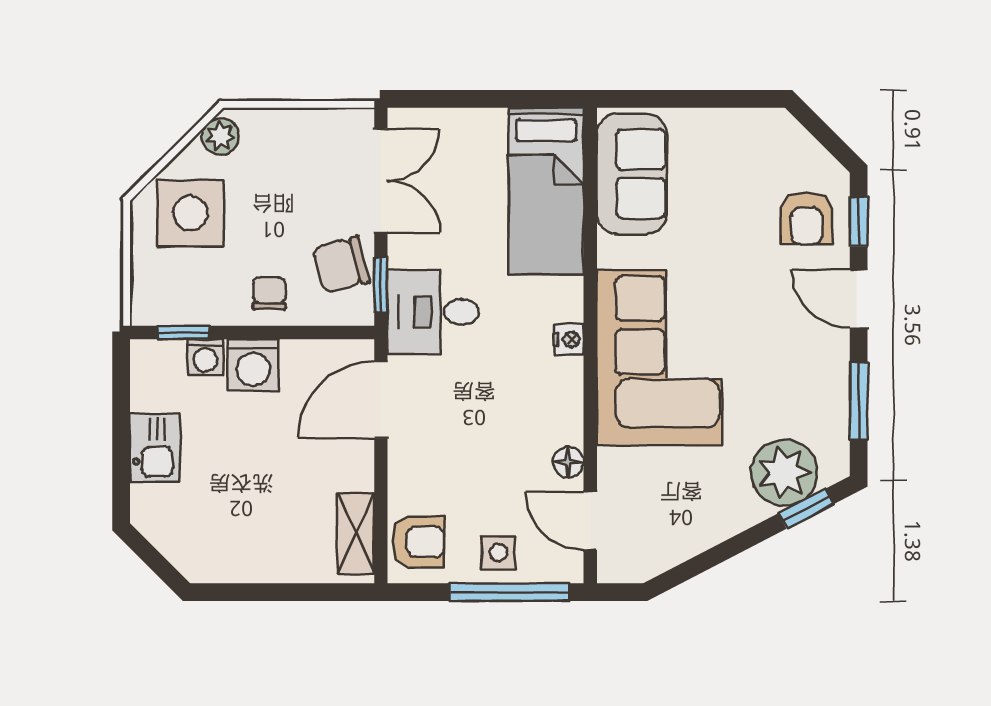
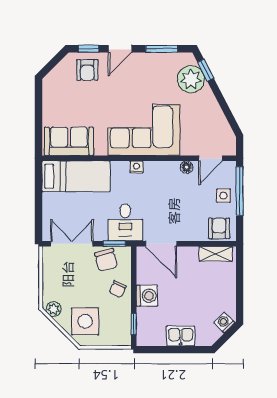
armchair: (807, 218) -> (87, 70), turned 90
chair: (269, 293) -> (118, 289), turned -65
washing machine: (205, 357) -> (224, 323), moved, turned -135

